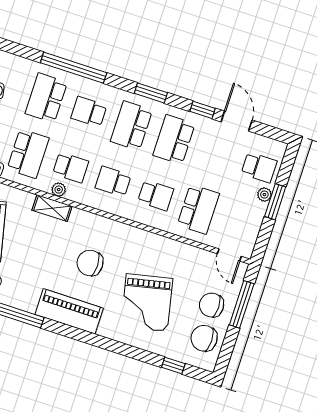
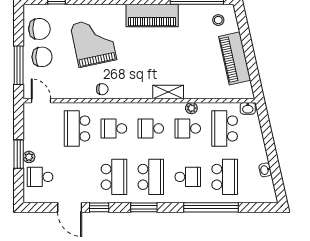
school desk: (113, 181) -> (151, 128), turned 180
shelving: (52, 208) -> (168, 92), moved
chair: (90, 263) -> (102, 89), moved, width x0.54, depth x0.54

